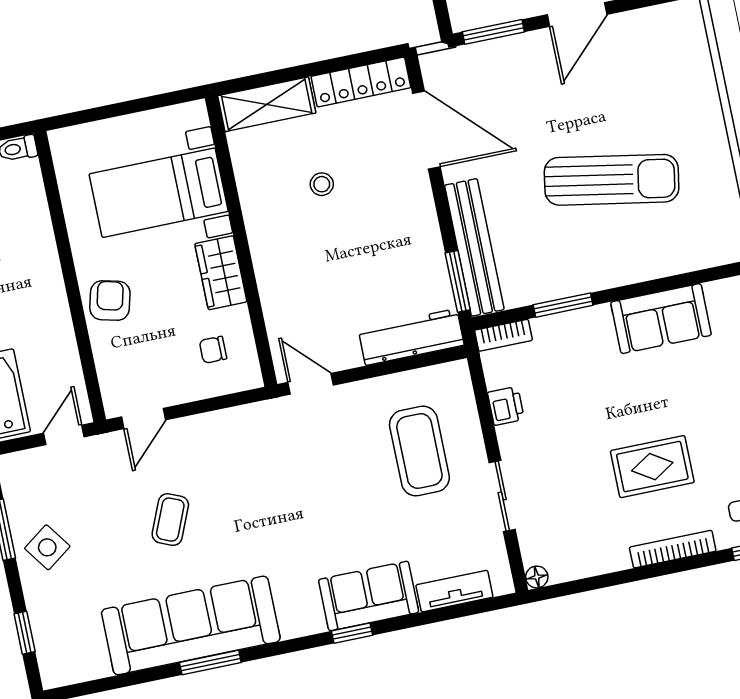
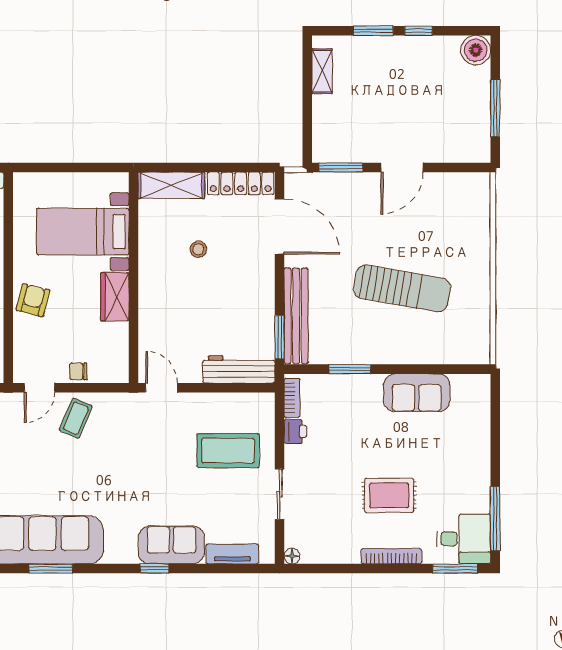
bookcase: (503, 335) -> (292, 398), moved, turned -90
chair: (213, 350) -> (78, 371), moved
coffee table: (419, 451) -> (228, 451), turned 90
coffee table: (170, 520) -> (76, 418), moved

